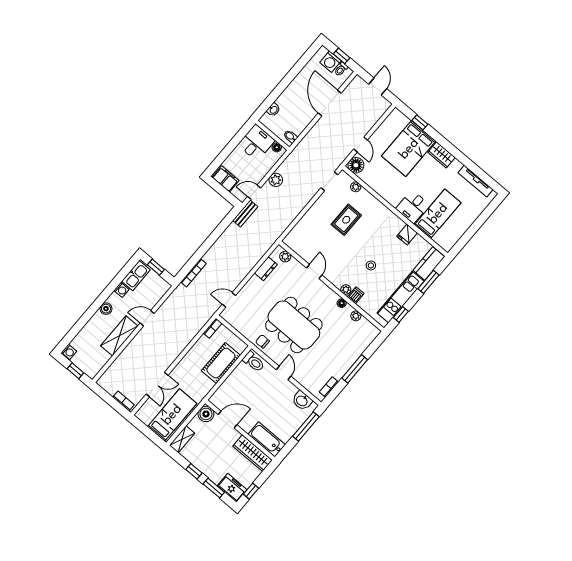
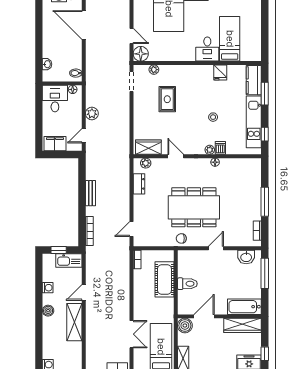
bench: (245, 214) -> (90, 193), moved
wardrobe: (298, 245) -> (148, 147), added
kitchen sink: (136, 276) -> (69, 261), moved, turned 90
plant: (356, 316) -> (233, 163), removed
toilet: (254, 362) -> (187, 284), moved
door: (284, 373) -> (216, 248), hinge flipped

